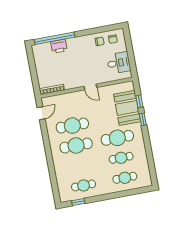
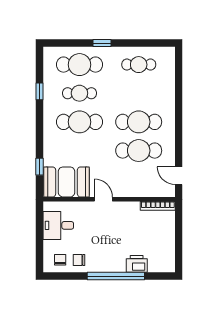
window: (55, 38) -> (116, 276), moved
booth: (127, 108) -> (67, 182), moved, turned 90
door: (41, 113) -> (179, 176), hinge flipped
window: (143, 119) -> (39, 91), moved
cafe table: (125, 178) -> (79, 65), width x1.37, depth x1.35
window: (78, 202) -> (102, 43), moved

